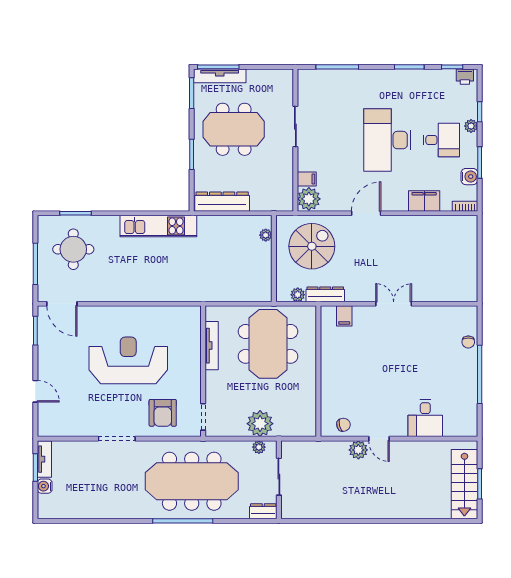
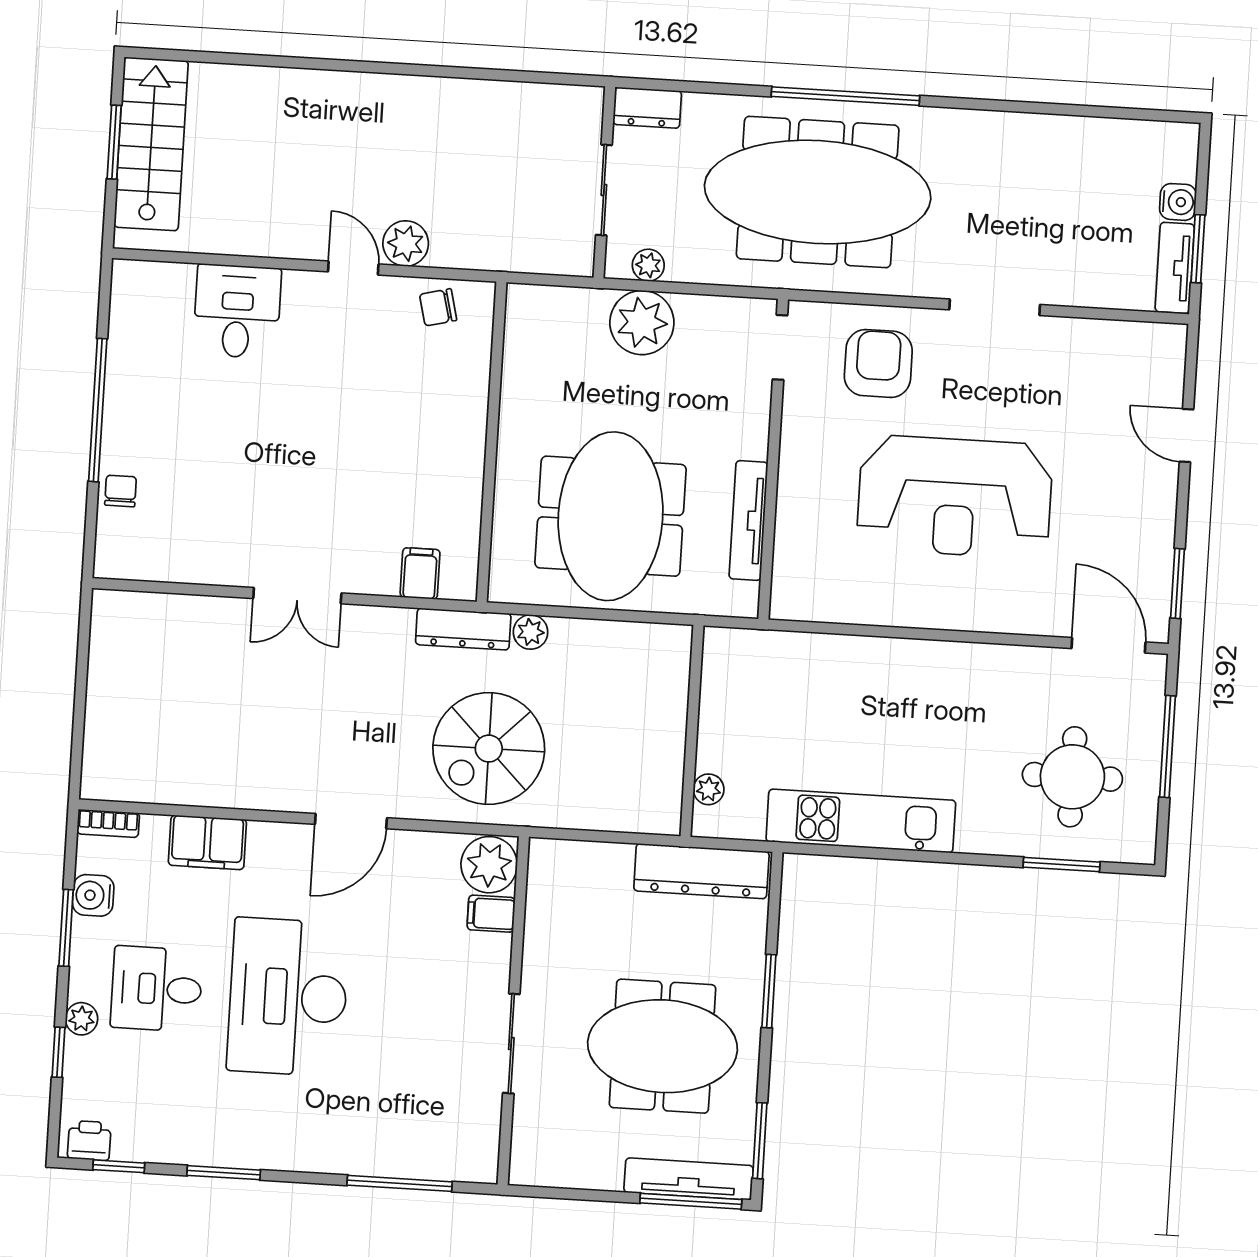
desk: (387, 140) -> (288, 997), turned 180
plant: (266, 235) -> (709, 789), moved
wall: (274, 258) -> (692, 731), moved

